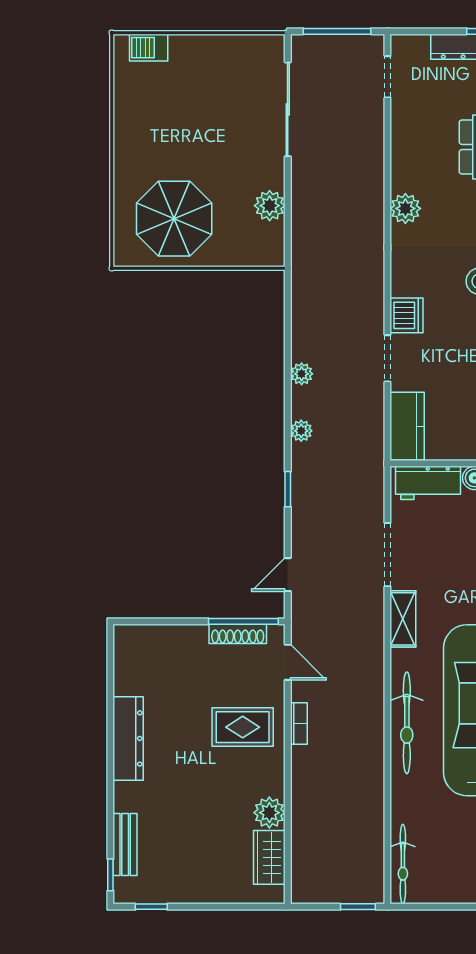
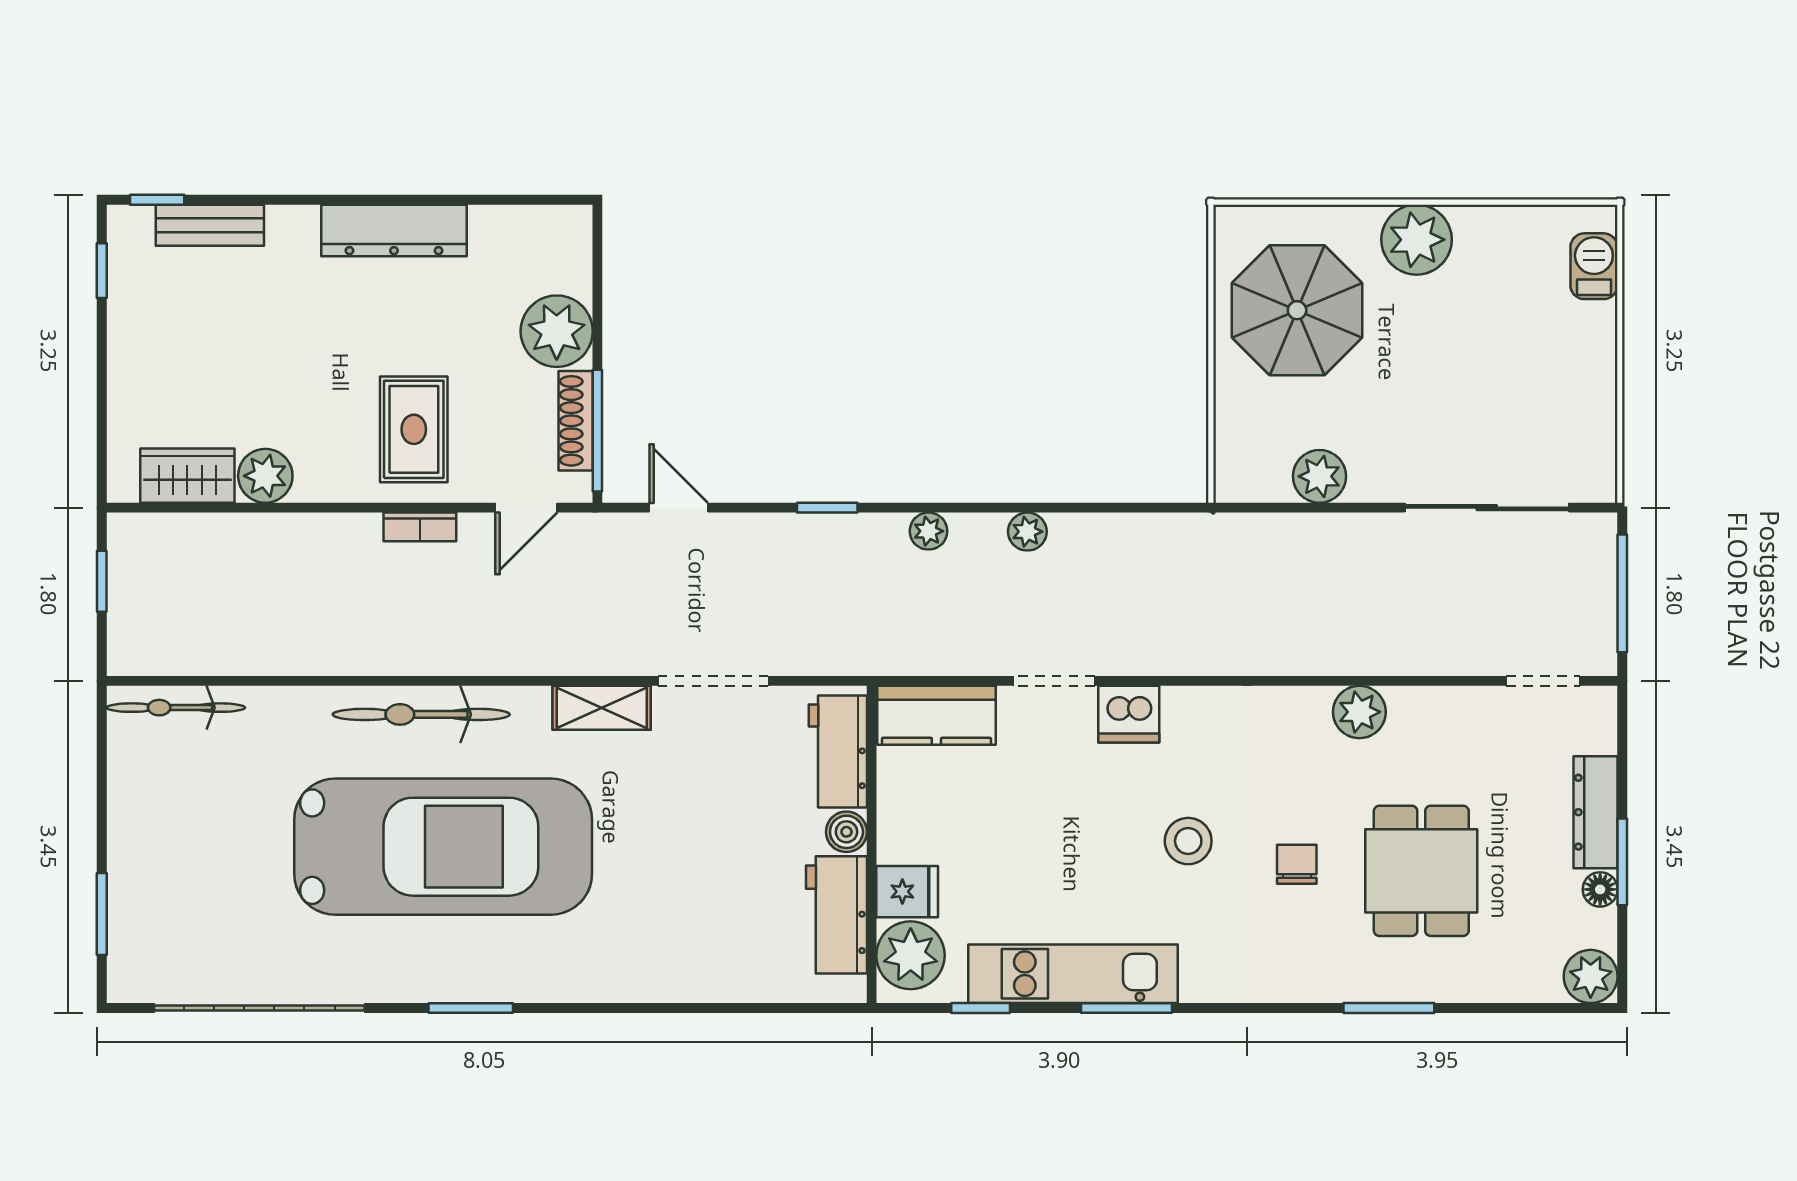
plant: (133, 150) -> (1417, 240), added
plant: (405, 208) -> (1359, 712), moved
plant: (186, 645) -> (557, 331), added
window: (358, 907) -> (102, 581), moved

